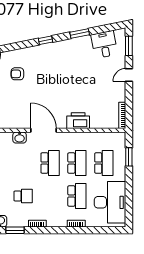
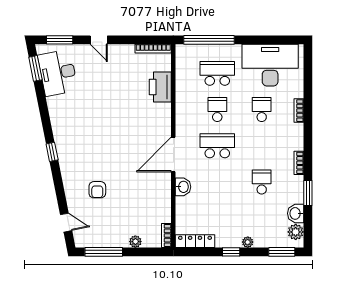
window: (80, 33) -> (35, 68), moved
desk: (104, 44) -> (58, 73), width x1.37
printer: (78, 121) -> (160, 87), moved
window: (129, 157) -> (209, 40), width x2.11
school desk: (77, 163) -> (217, 110), width x0.54
school desk: (77, 196) -> (262, 110), width x0.54

